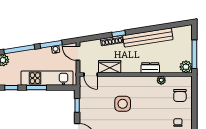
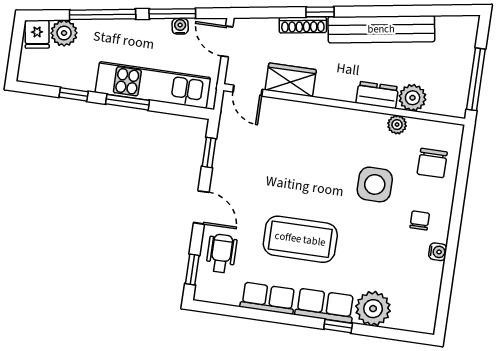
plant: (186, 67) -> (413, 98), moved
side table: (123, 104) -> (375, 184), moved

